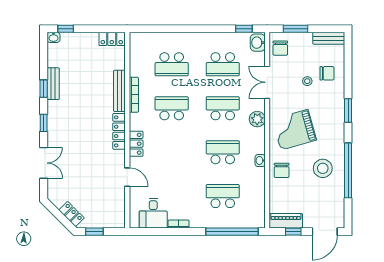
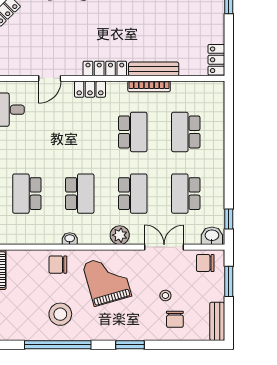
school desk: (223, 196) -> (27, 194), turned 180

